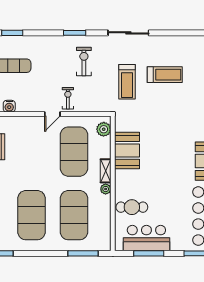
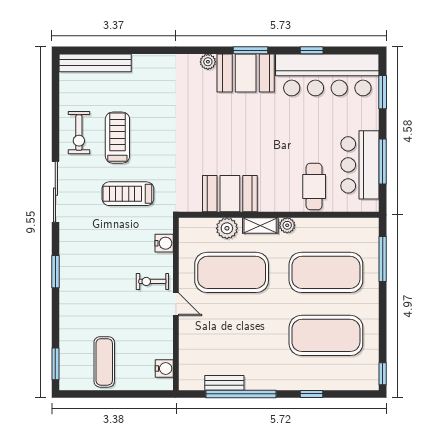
exercise bike: (84, 62) -> (79, 133), moved, turned -90
treadmill: (127, 82) -> (128, 194), turned 180
water cooler: (94, 106) -> (164, 243), added
plant: (104, 129) -> (227, 228), moved

